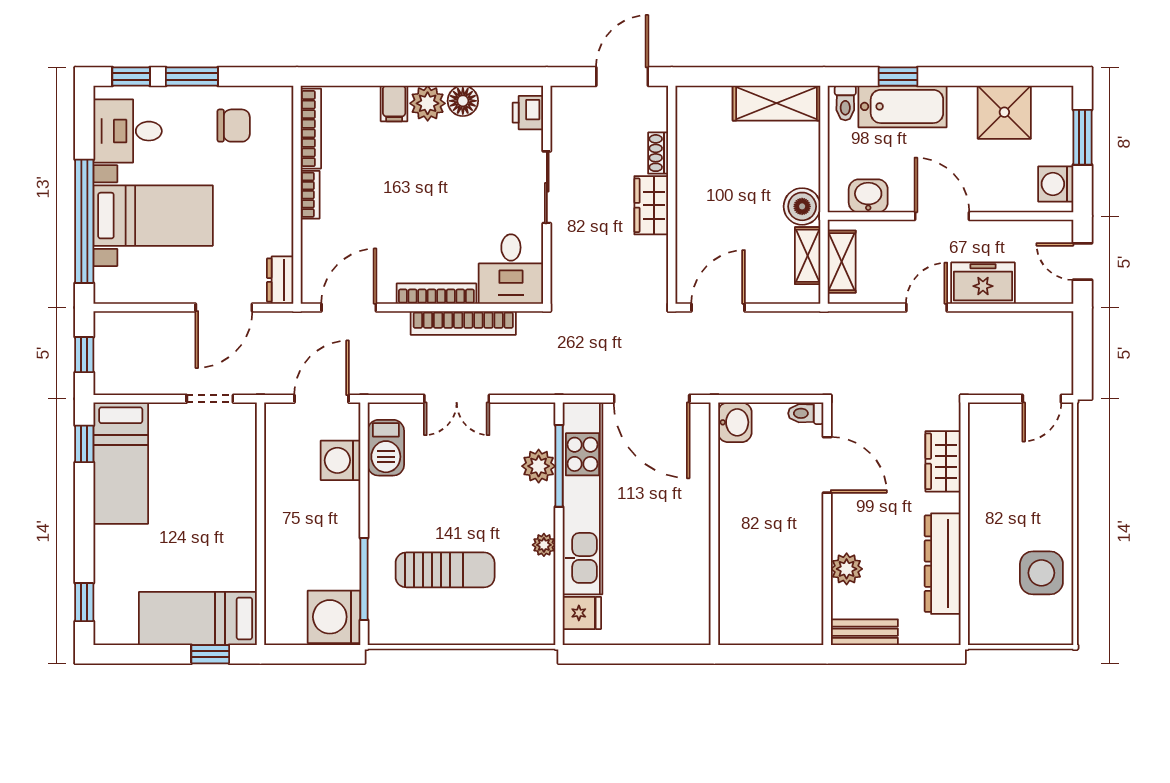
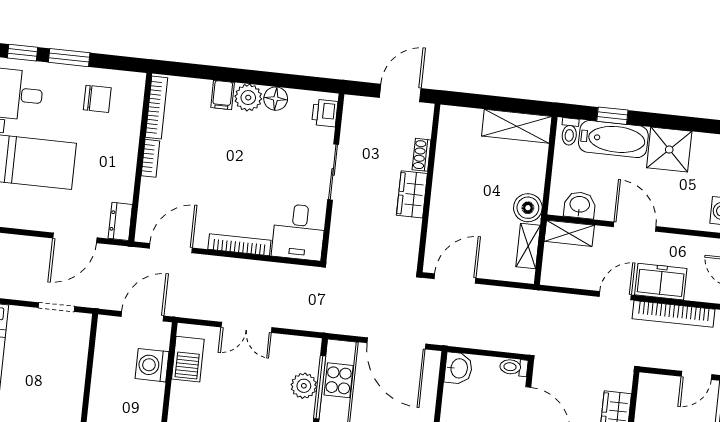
shower: (1004, 112) -> (669, 150), moved
shelving: (842, 262) -> (569, 233), moved, turned 90
bookcase: (463, 323) -> (674, 314), moved

